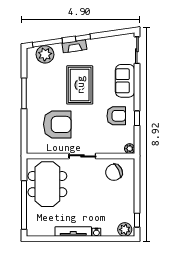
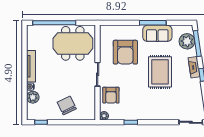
sofa: (125, 81) -> (157, 33), moved, turned 180
rug: (80, 85) -> (160, 72), turned 90
armchair: (116, 116) -> (111, 95), moved
chair: (114, 172) -> (67, 106), moved
plant: (125, 230) -> (33, 97), moved

